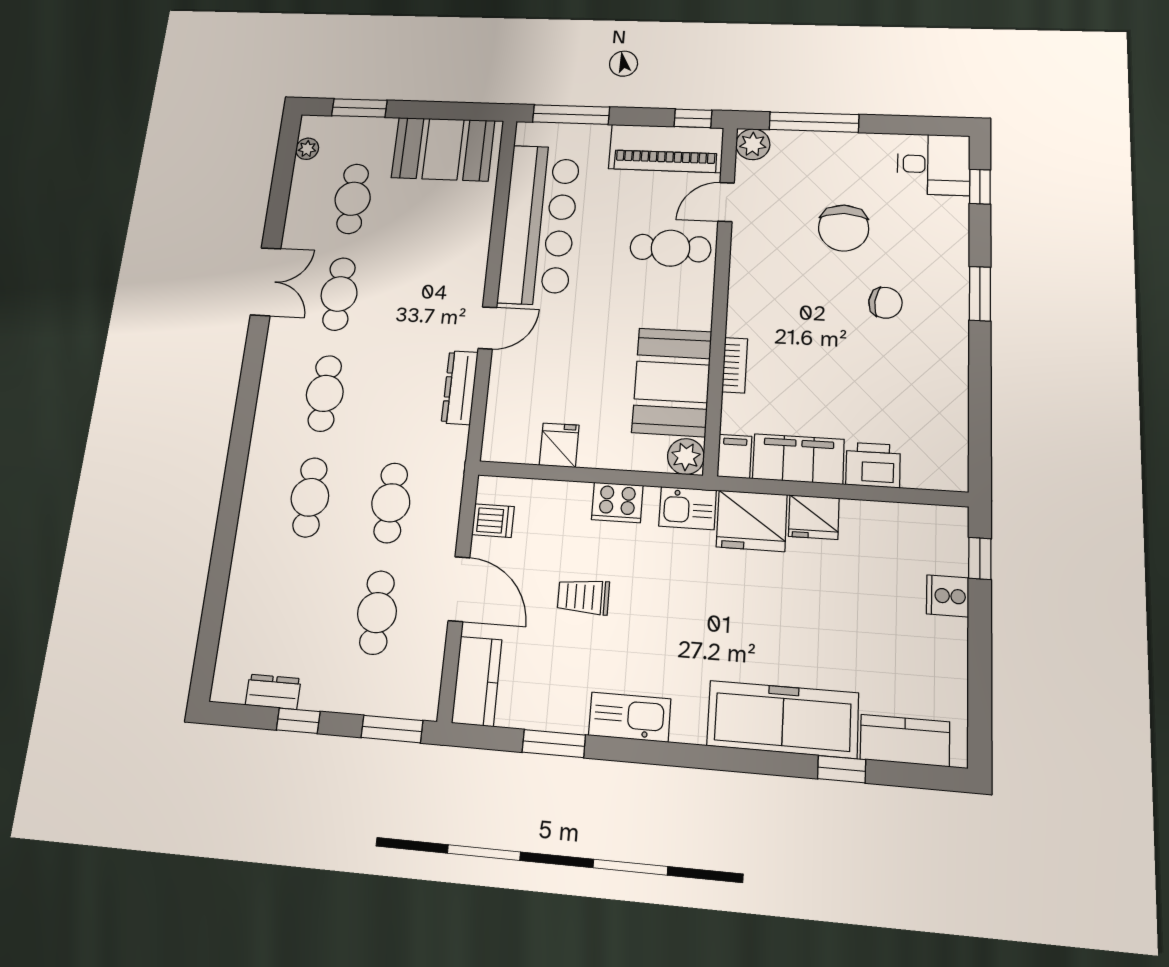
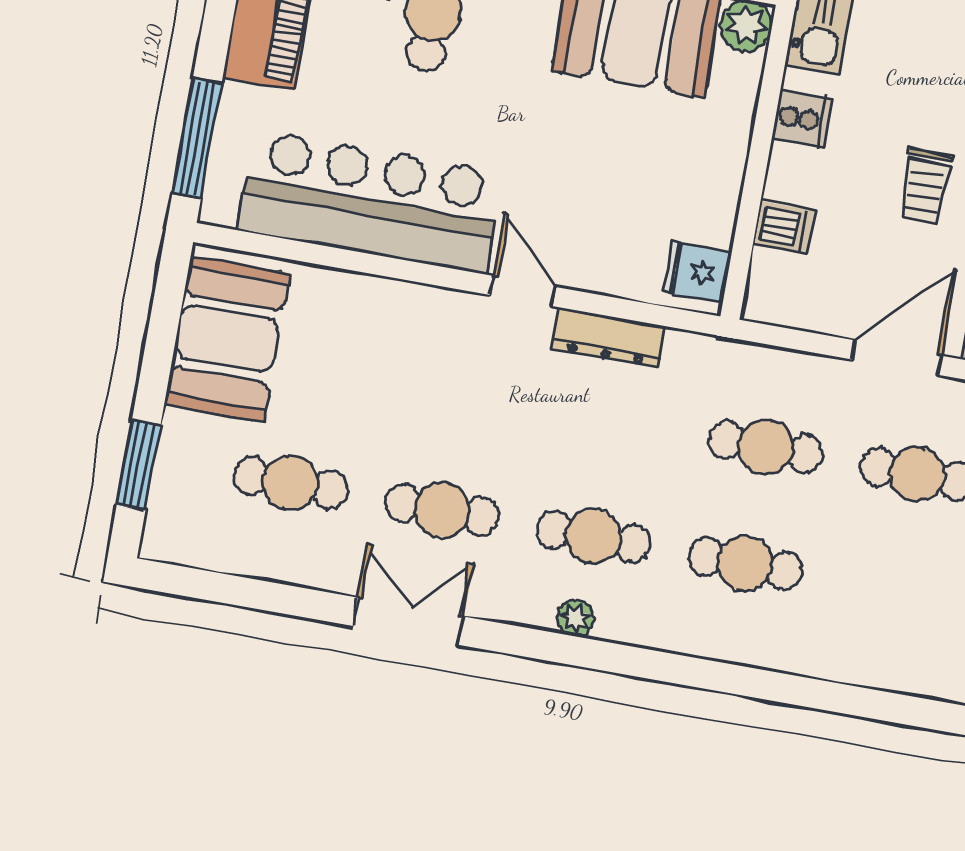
plant: (307, 149) -> (575, 618), moved
fridge: (559, 445) -> (697, 272), moved
cooker: (617, 502) -> (802, 119), width x0.73
dishwasher: (493, 521) -> (784, 227), moved, turned 90

